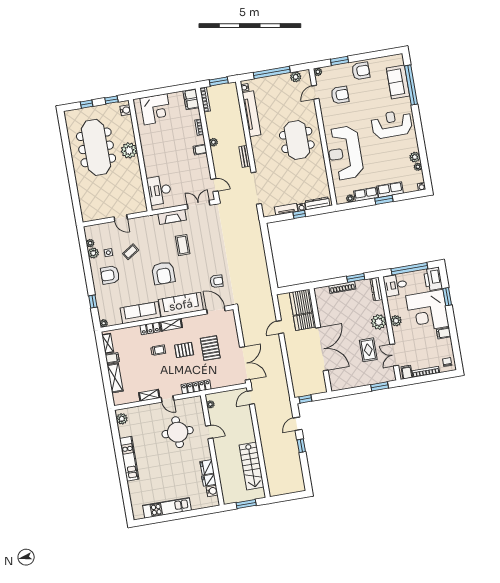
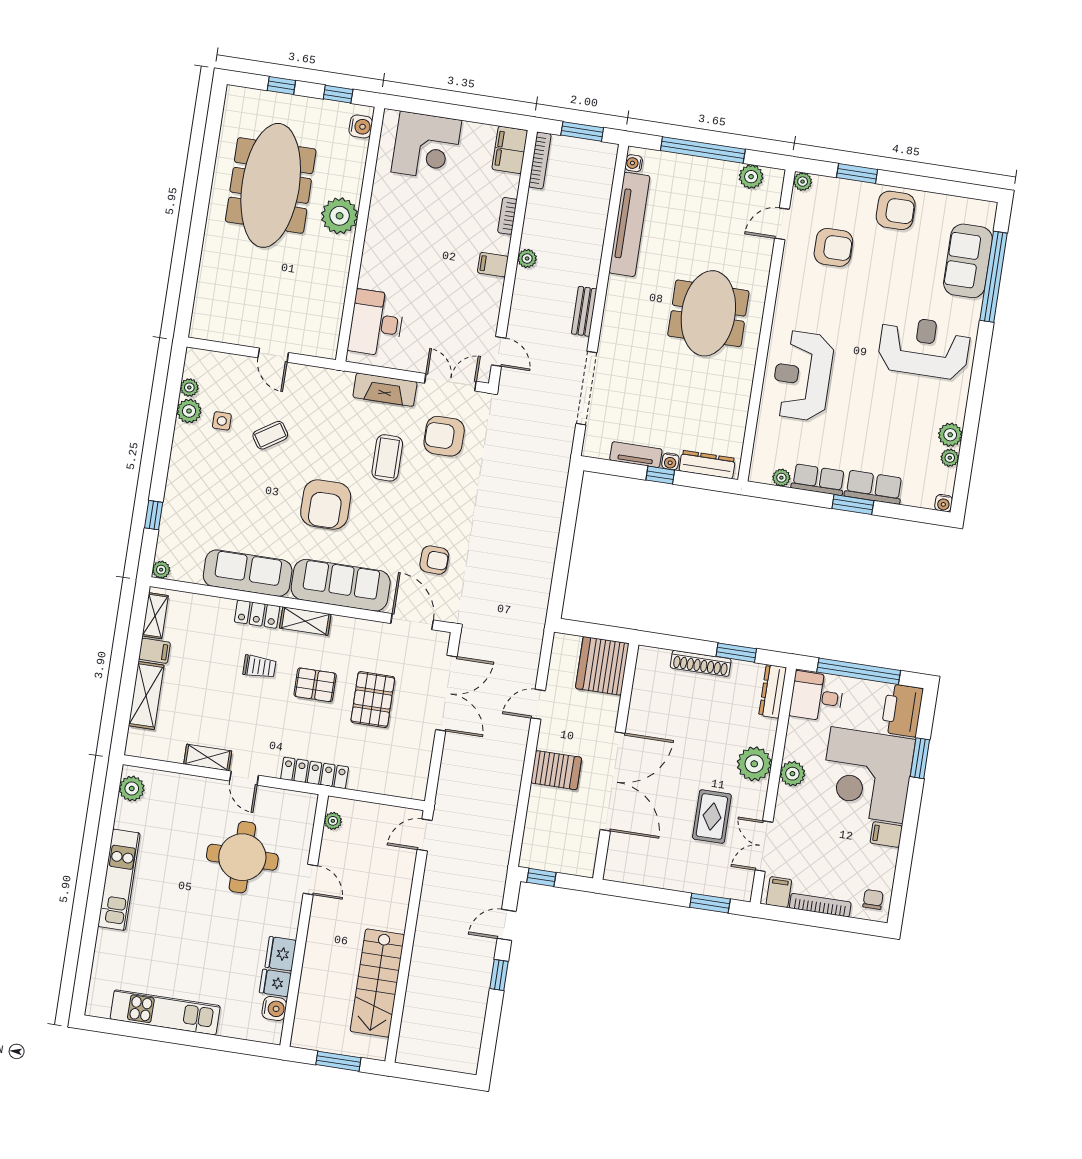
reception desk: (345, 153) -> (802, 376), width x0.74, depth x0.77
armchair: (110, 275) -> (444, 436), moved
server rack: (305, 322) -> (556, 770), moved, turned 180
double door: (245, 363) -> (446, 693), moved

